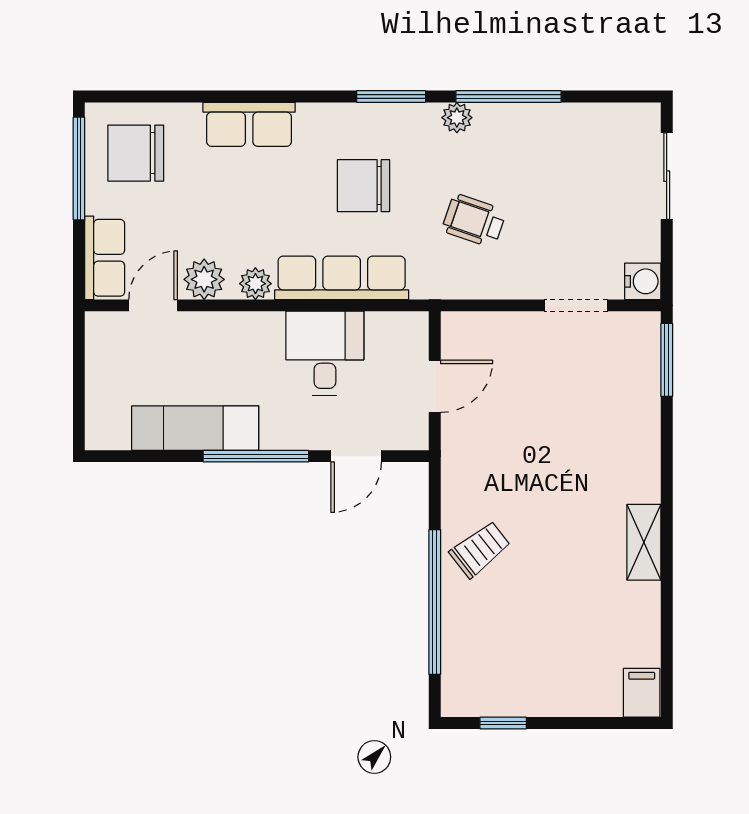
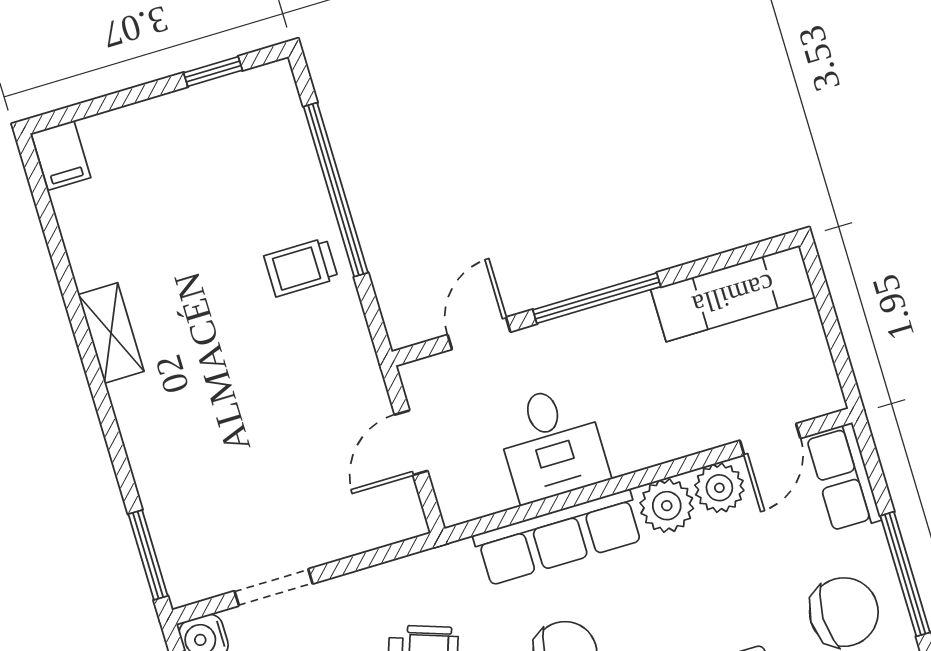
plant: (255, 284) -> (667, 506), width x1.38, depth x1.38
exam couch: (195, 428) -> (733, 294), moved
trolley: (480, 549) -> (301, 267), turned 38

